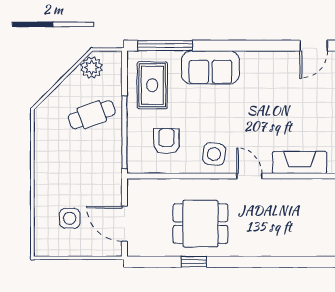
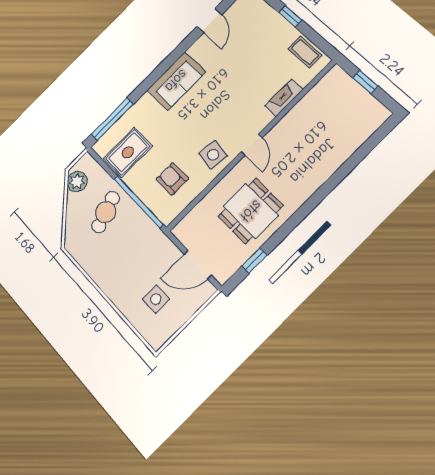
sofa: (210, 67) -> (176, 81), moved
rug: (152, 85) -> (128, 152), turned 90
fireplace: (300, 162) -> (284, 98), width x0.73, depth x0.76
door: (249, 176) -> (252, 145), swing flipped
window: (194, 262) -> (255, 261), moved

